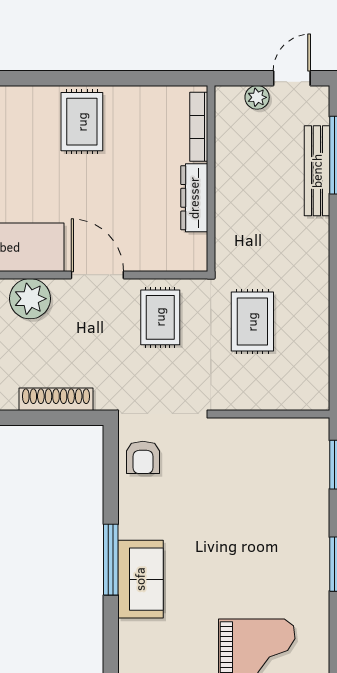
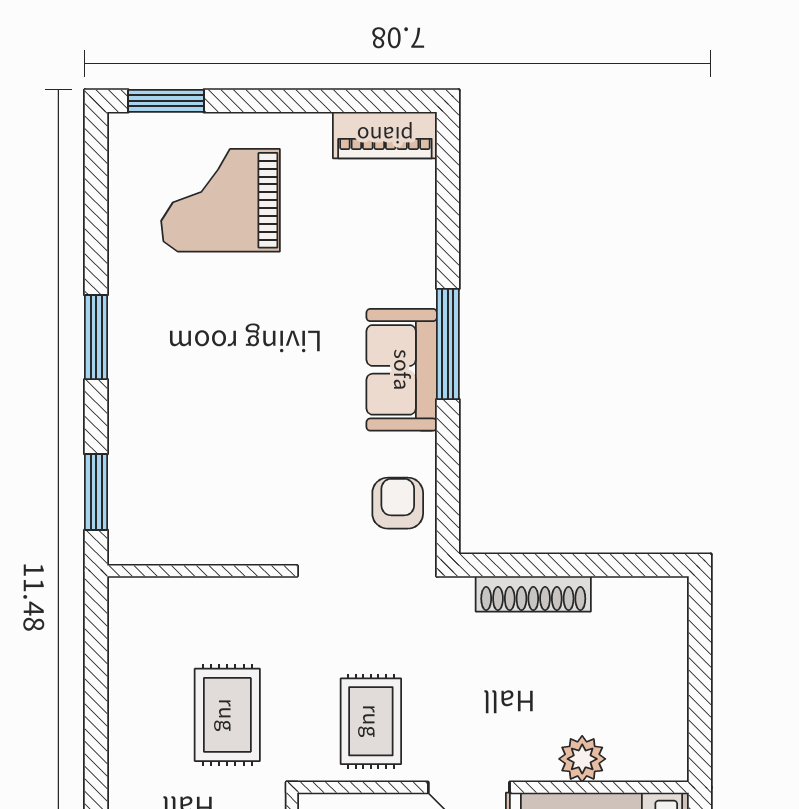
plant: (30, 299) -> (582, 759), width x0.73, depth x0.73
sofa: (140, 579) -> (402, 370), moved

